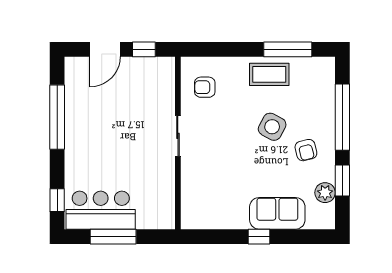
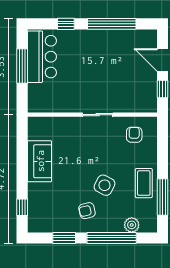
plant: (325, 193) -> (132, 225), moved
window: (57, 200) -> (66, 24), moved
sofa: (277, 213) -> (40, 161), moved
window: (259, 237) -> (22, 207), moved

